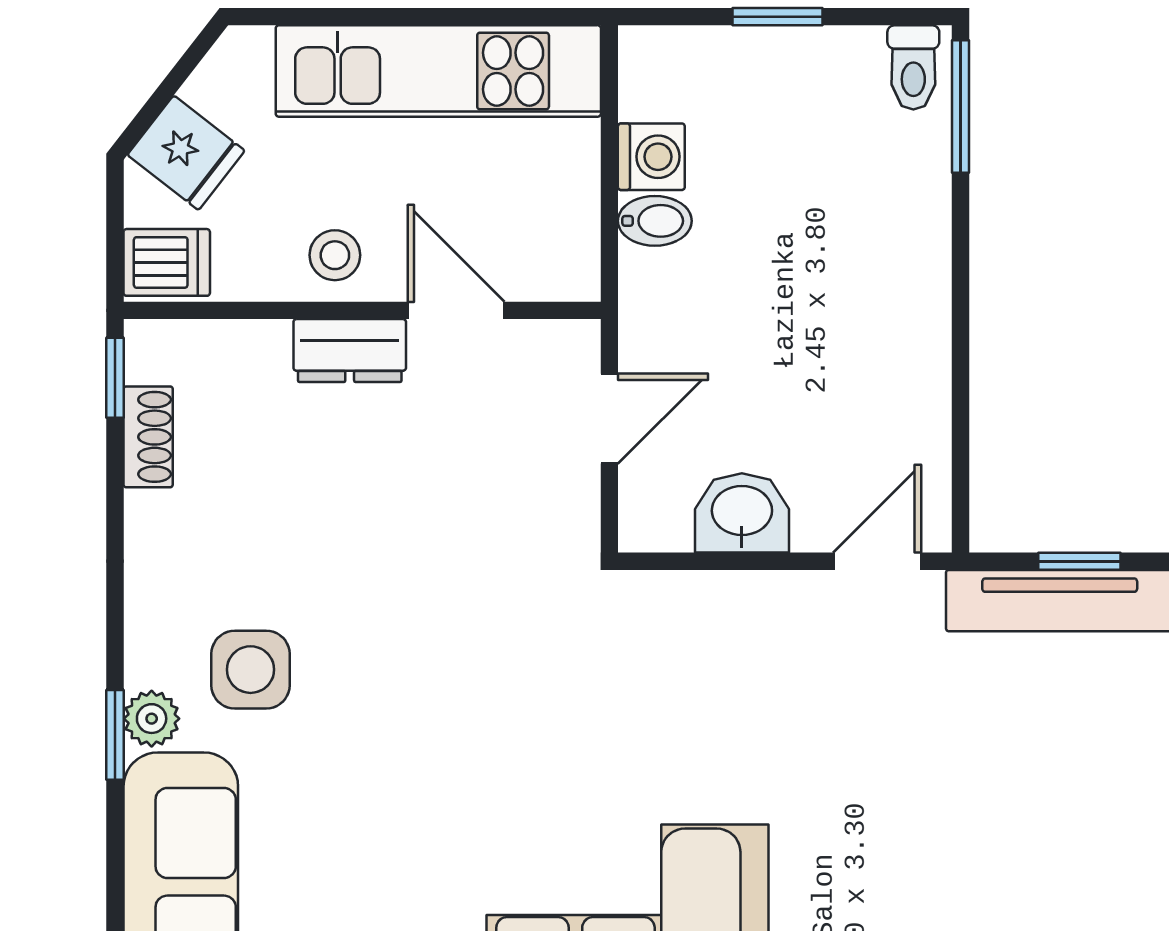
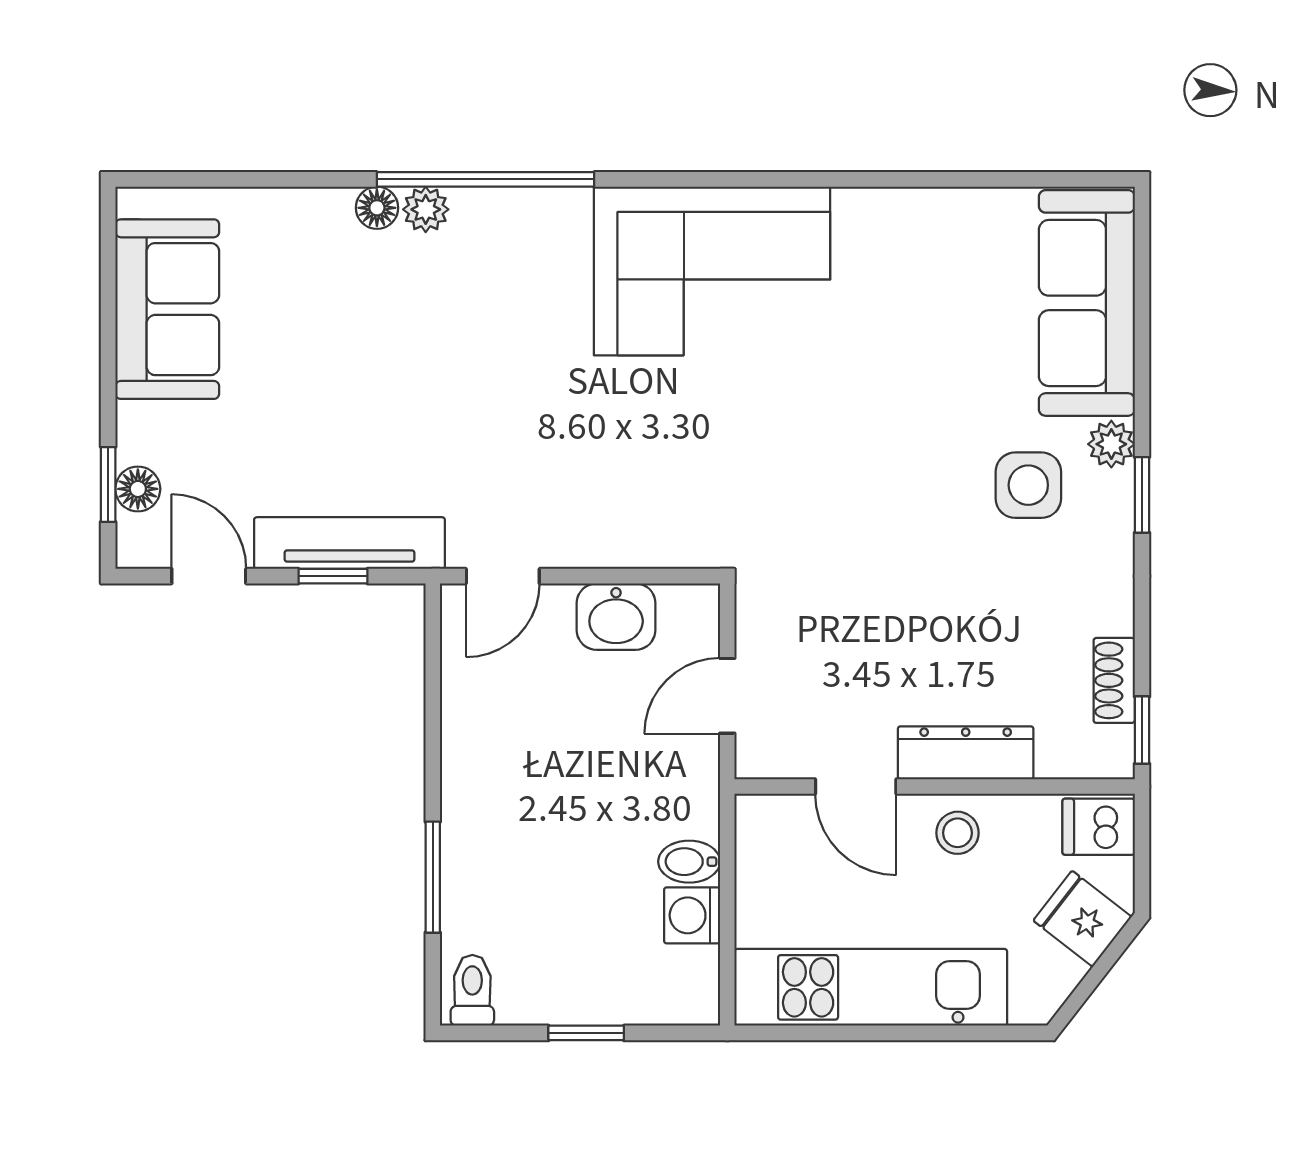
window: (960, 107) -> (433, 877), moved
dresser: (350, 351) -> (966, 753), width x1.44
window: (115, 735) -> (1142, 495), moved

